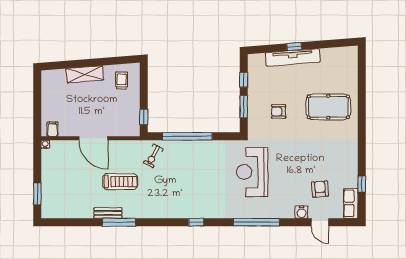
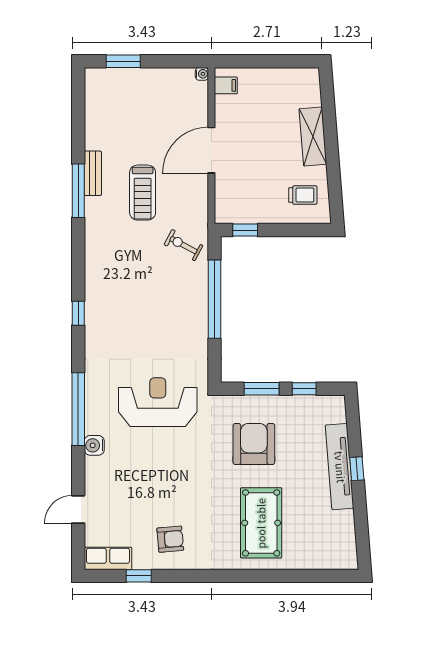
armchair: (279, 111) -> (254, 444), width x1.88, depth x1.88
armchair: (320, 189) -> (170, 539), moved
water cooler: (302, 212) -> (94, 445), moved

